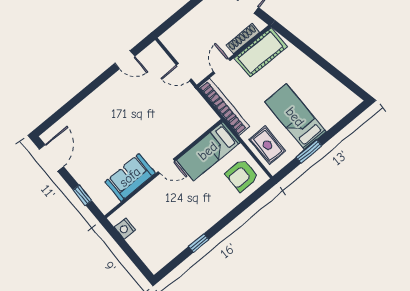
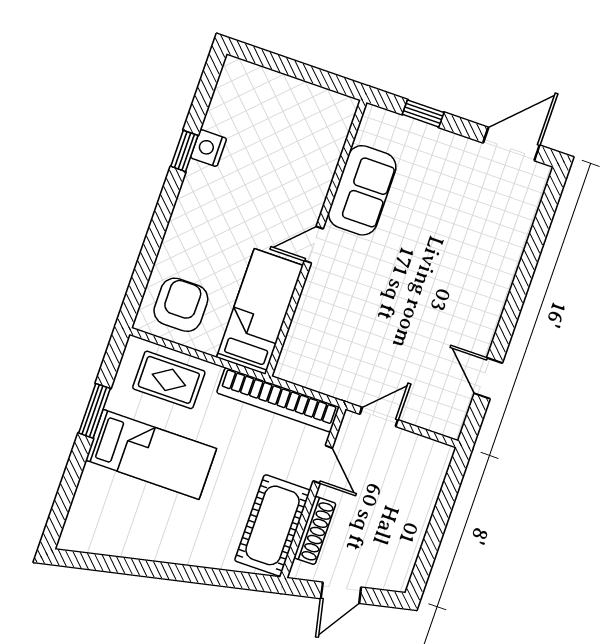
door: (125, 60) -> (488, 378), hinge flipped
door: (51, 158) -> (511, 144), swing flipped
nightstand: (125, 229) -> (208, 148), moved, turned -90

